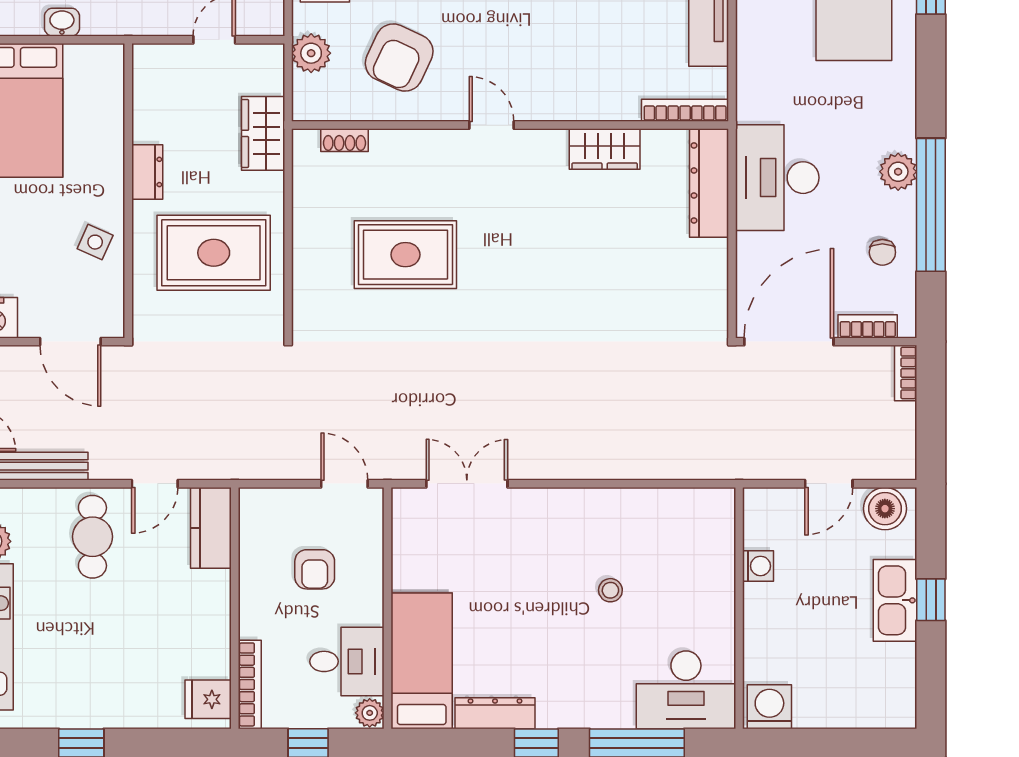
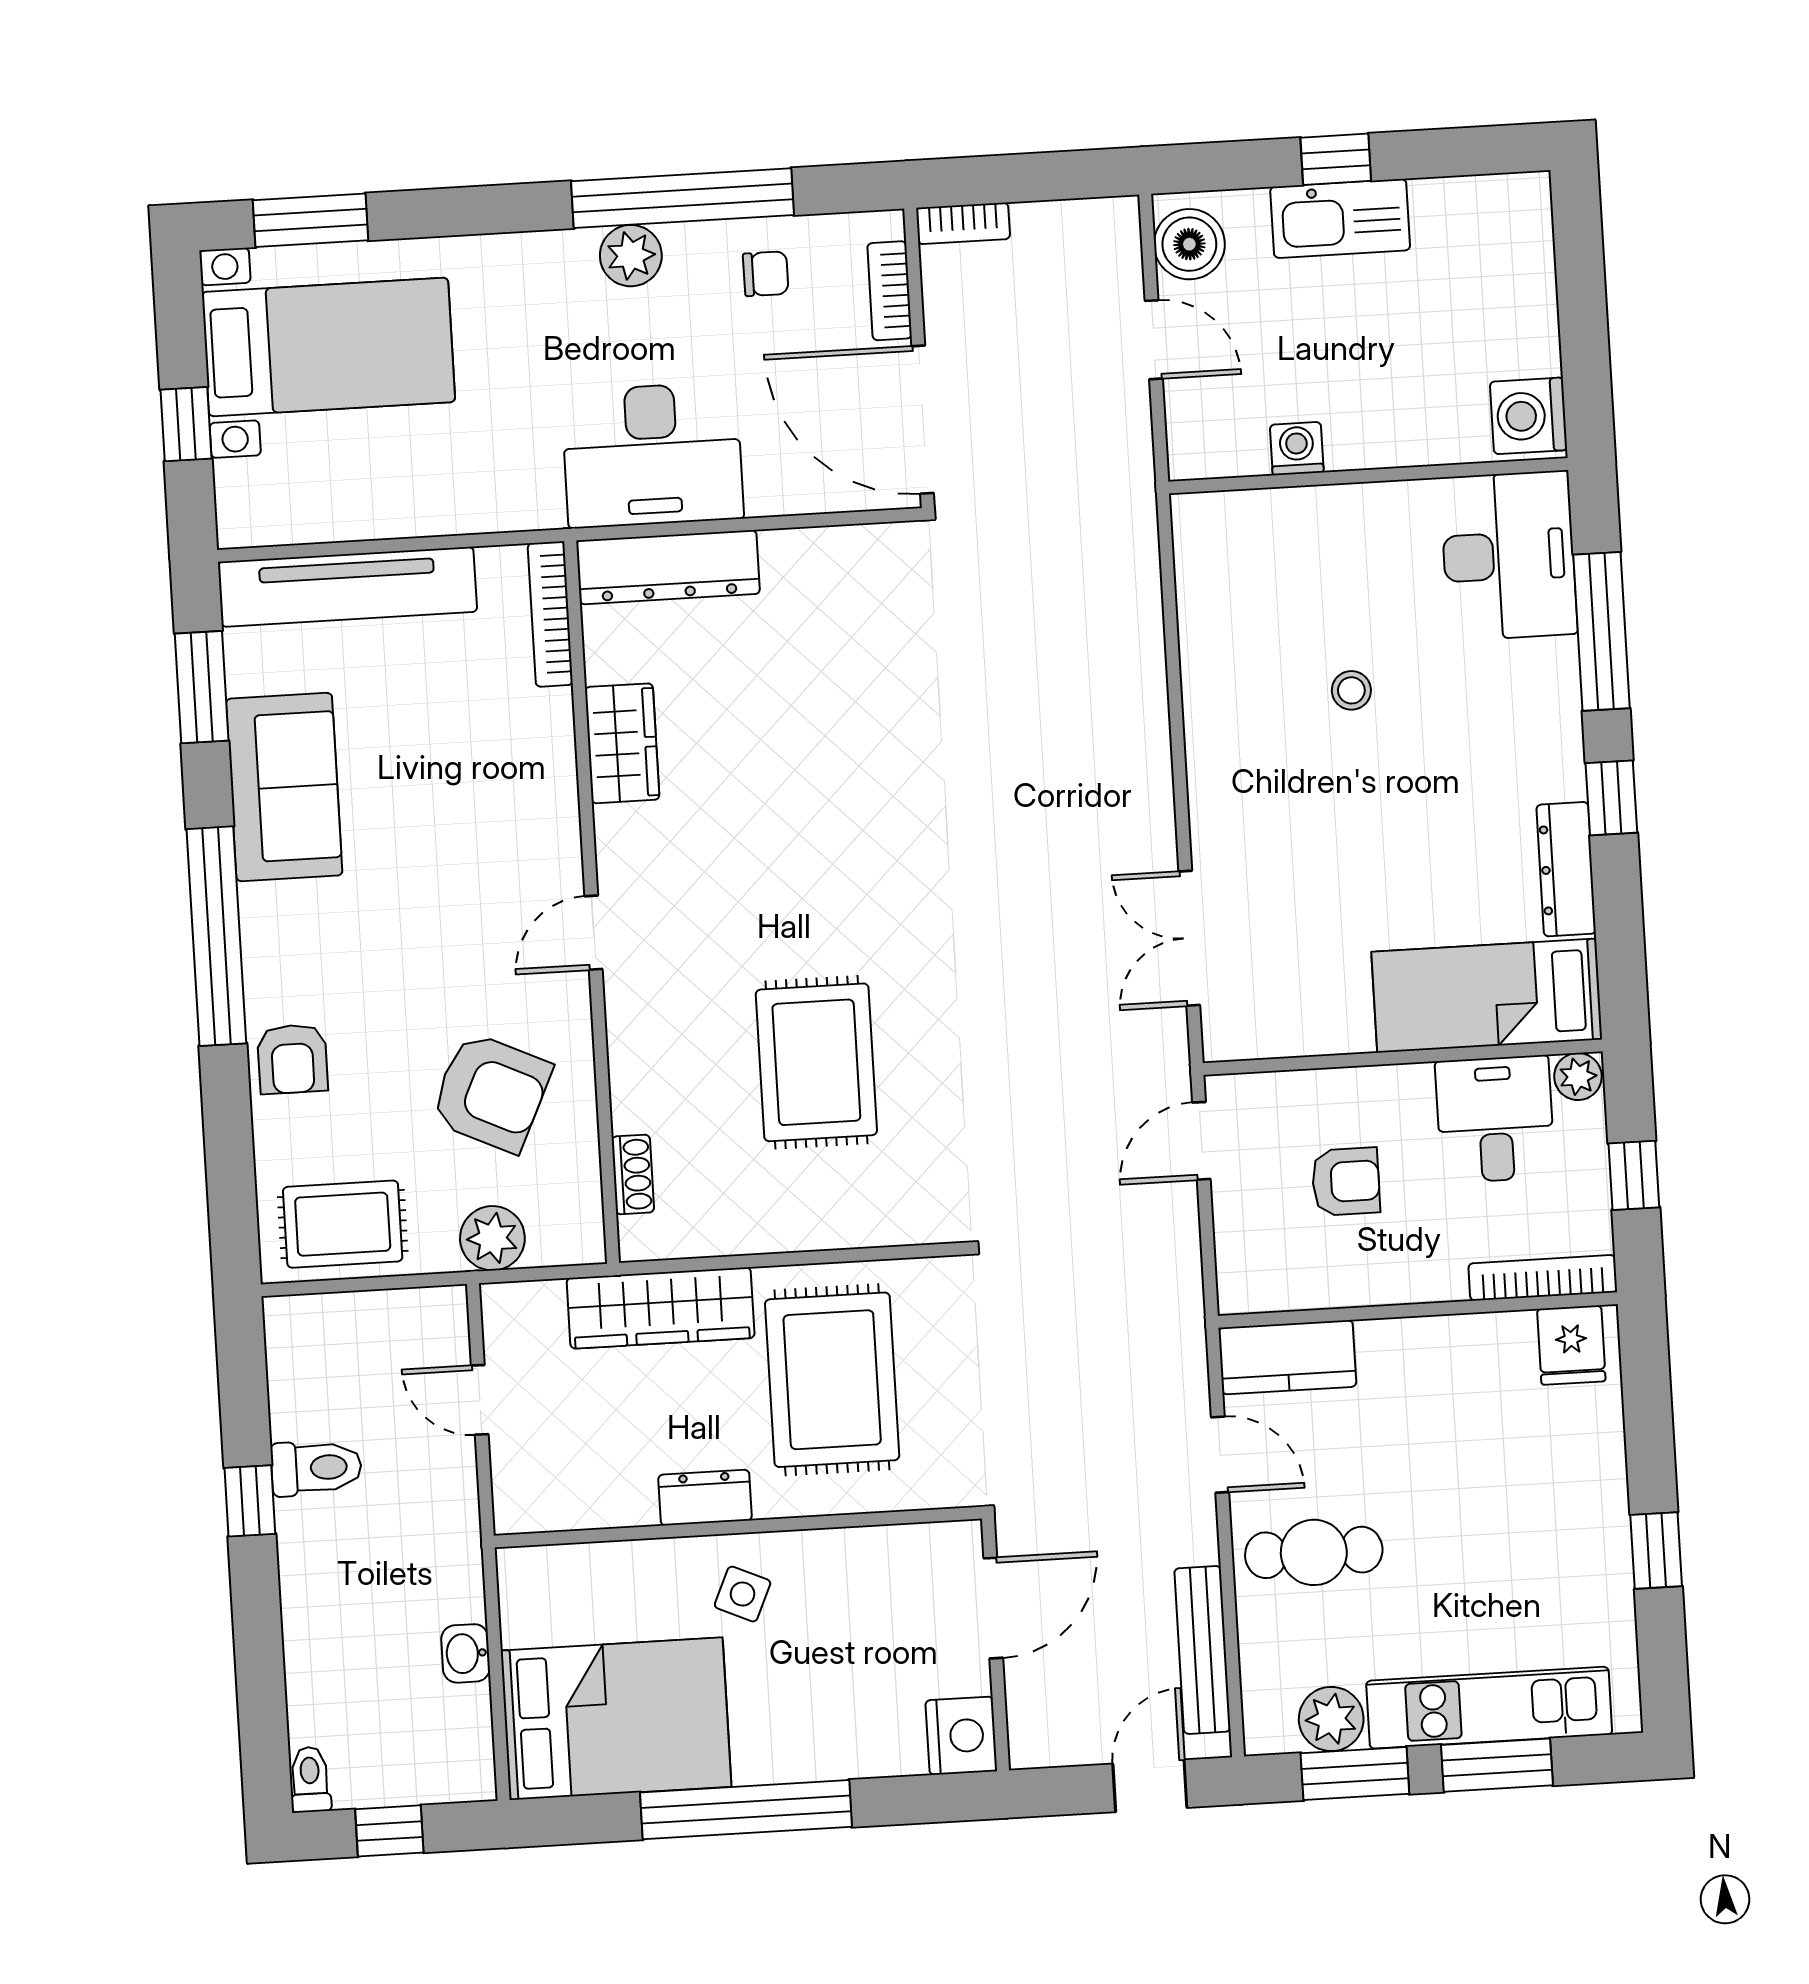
wardrobe: (263, 133) -> (661, 1308), width x1.50
side table: (95, 242) -> (743, 1594), moved

